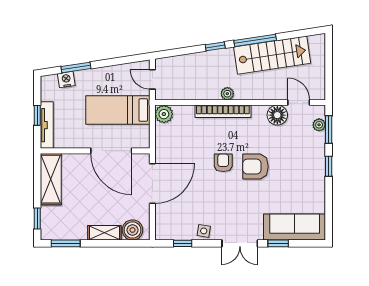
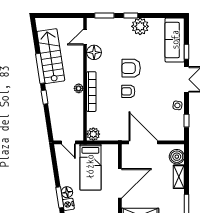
floor lamp: (83, 78) -> (67, 192), added
door: (152, 79) -> (68, 142), hinge flipped
plant: (319, 125) -> (140, 26), moved, width x1.88, depth x1.88
door: (111, 151) -> (120, 183), moved
armchair: (255, 167) -> (131, 68), turned 90

